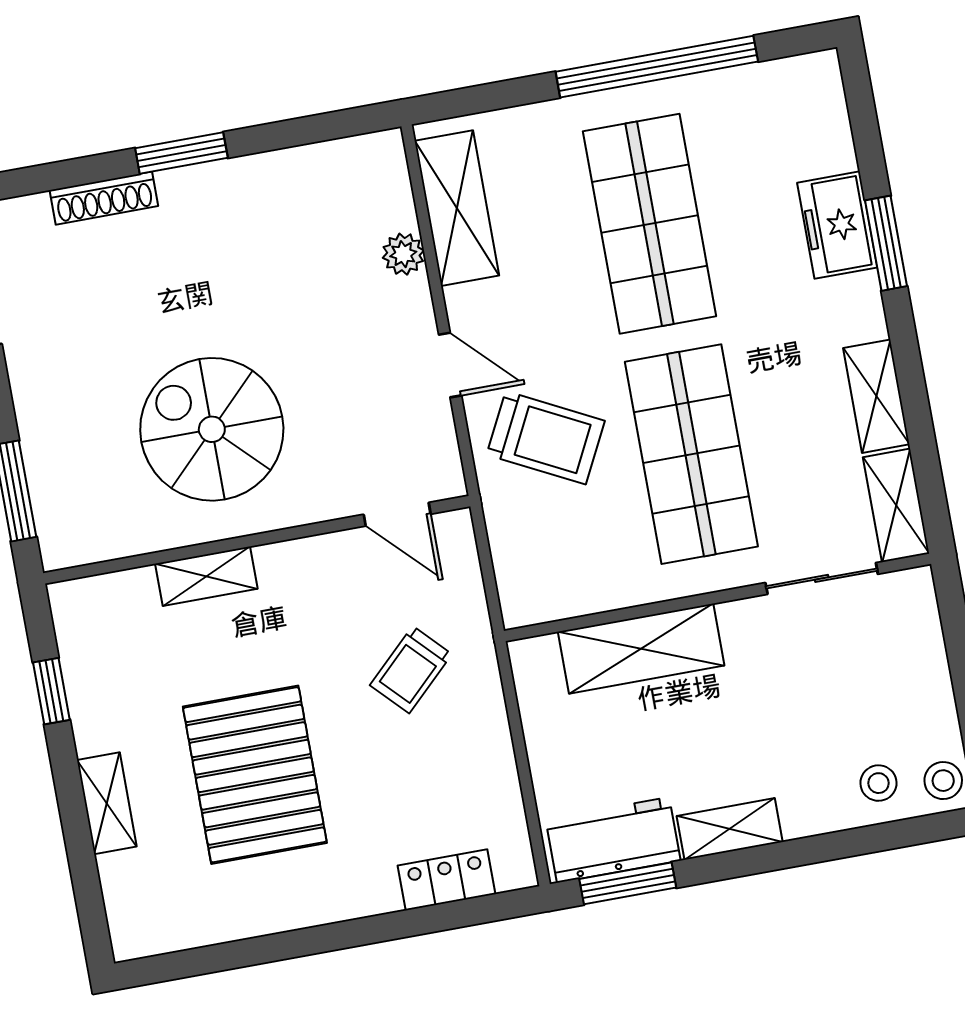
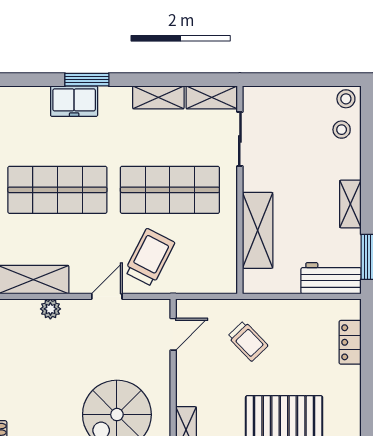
workbench: (613, 840) -> (331, 278), moved, turned 90

